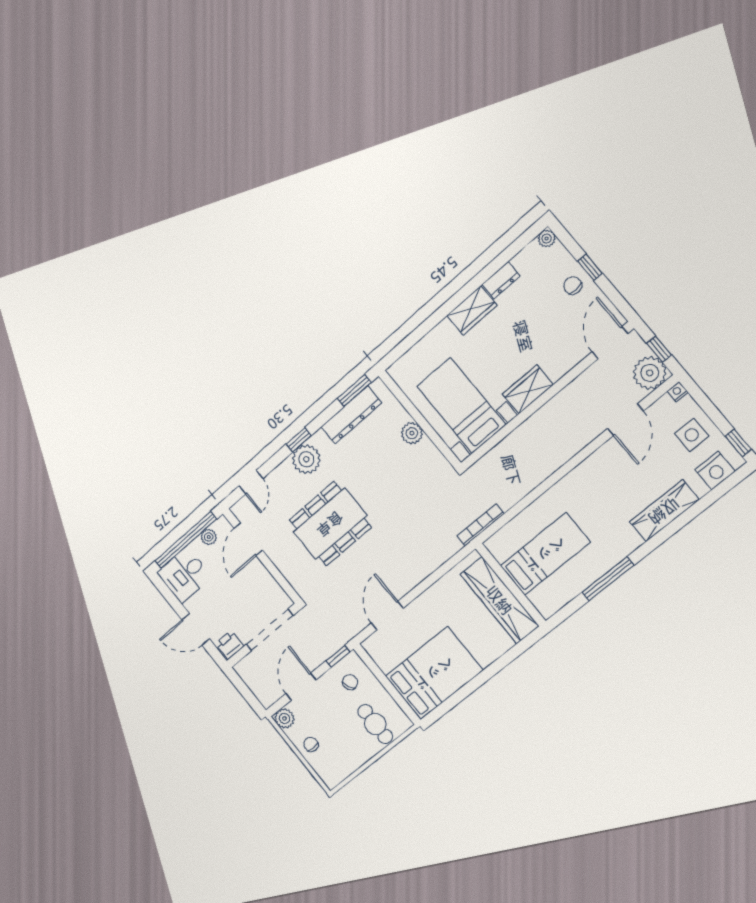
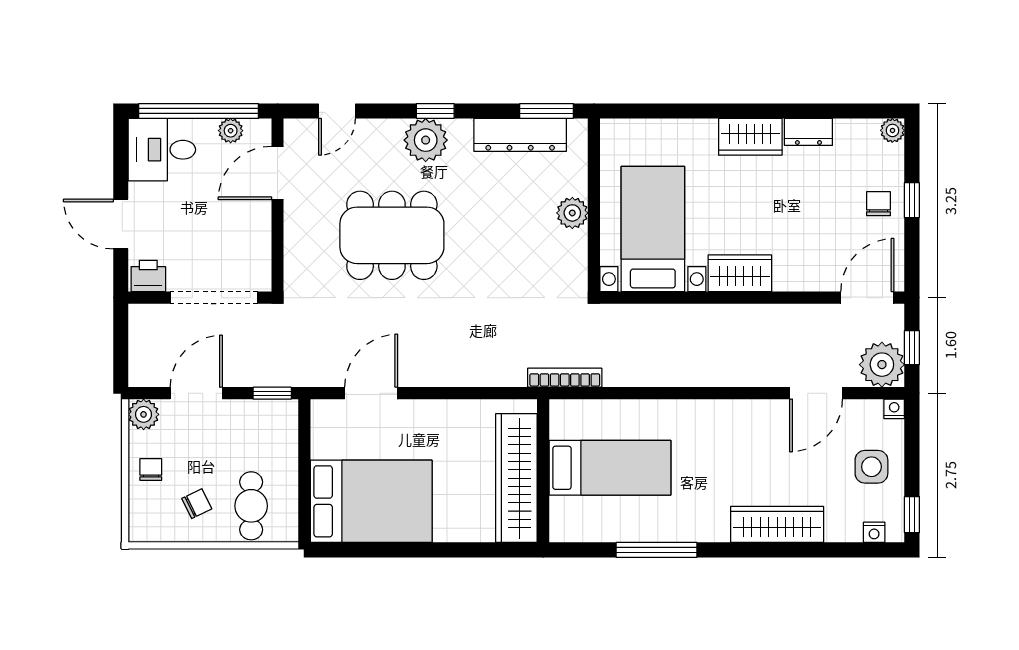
nightstand: (715, 471) -> (874, 532), width x0.53, depth x0.56
chair: (350, 682) -> (197, 504), moved

